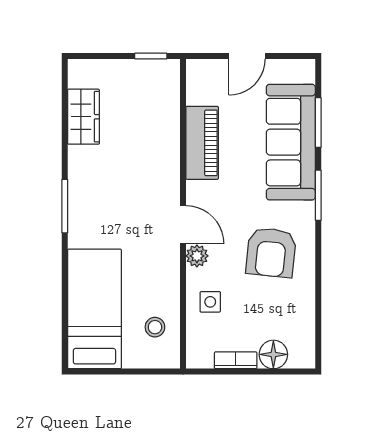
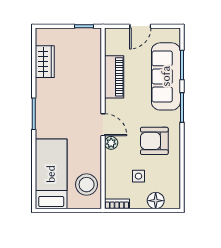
armchair: (271, 252) -> (154, 141), turned 84
side table: (210, 302) -> (139, 176), moved
stool: (155, 327) -> (87, 185), width x1.89, depth x1.89
bookcase: (236, 360) -> (117, 204), moved

